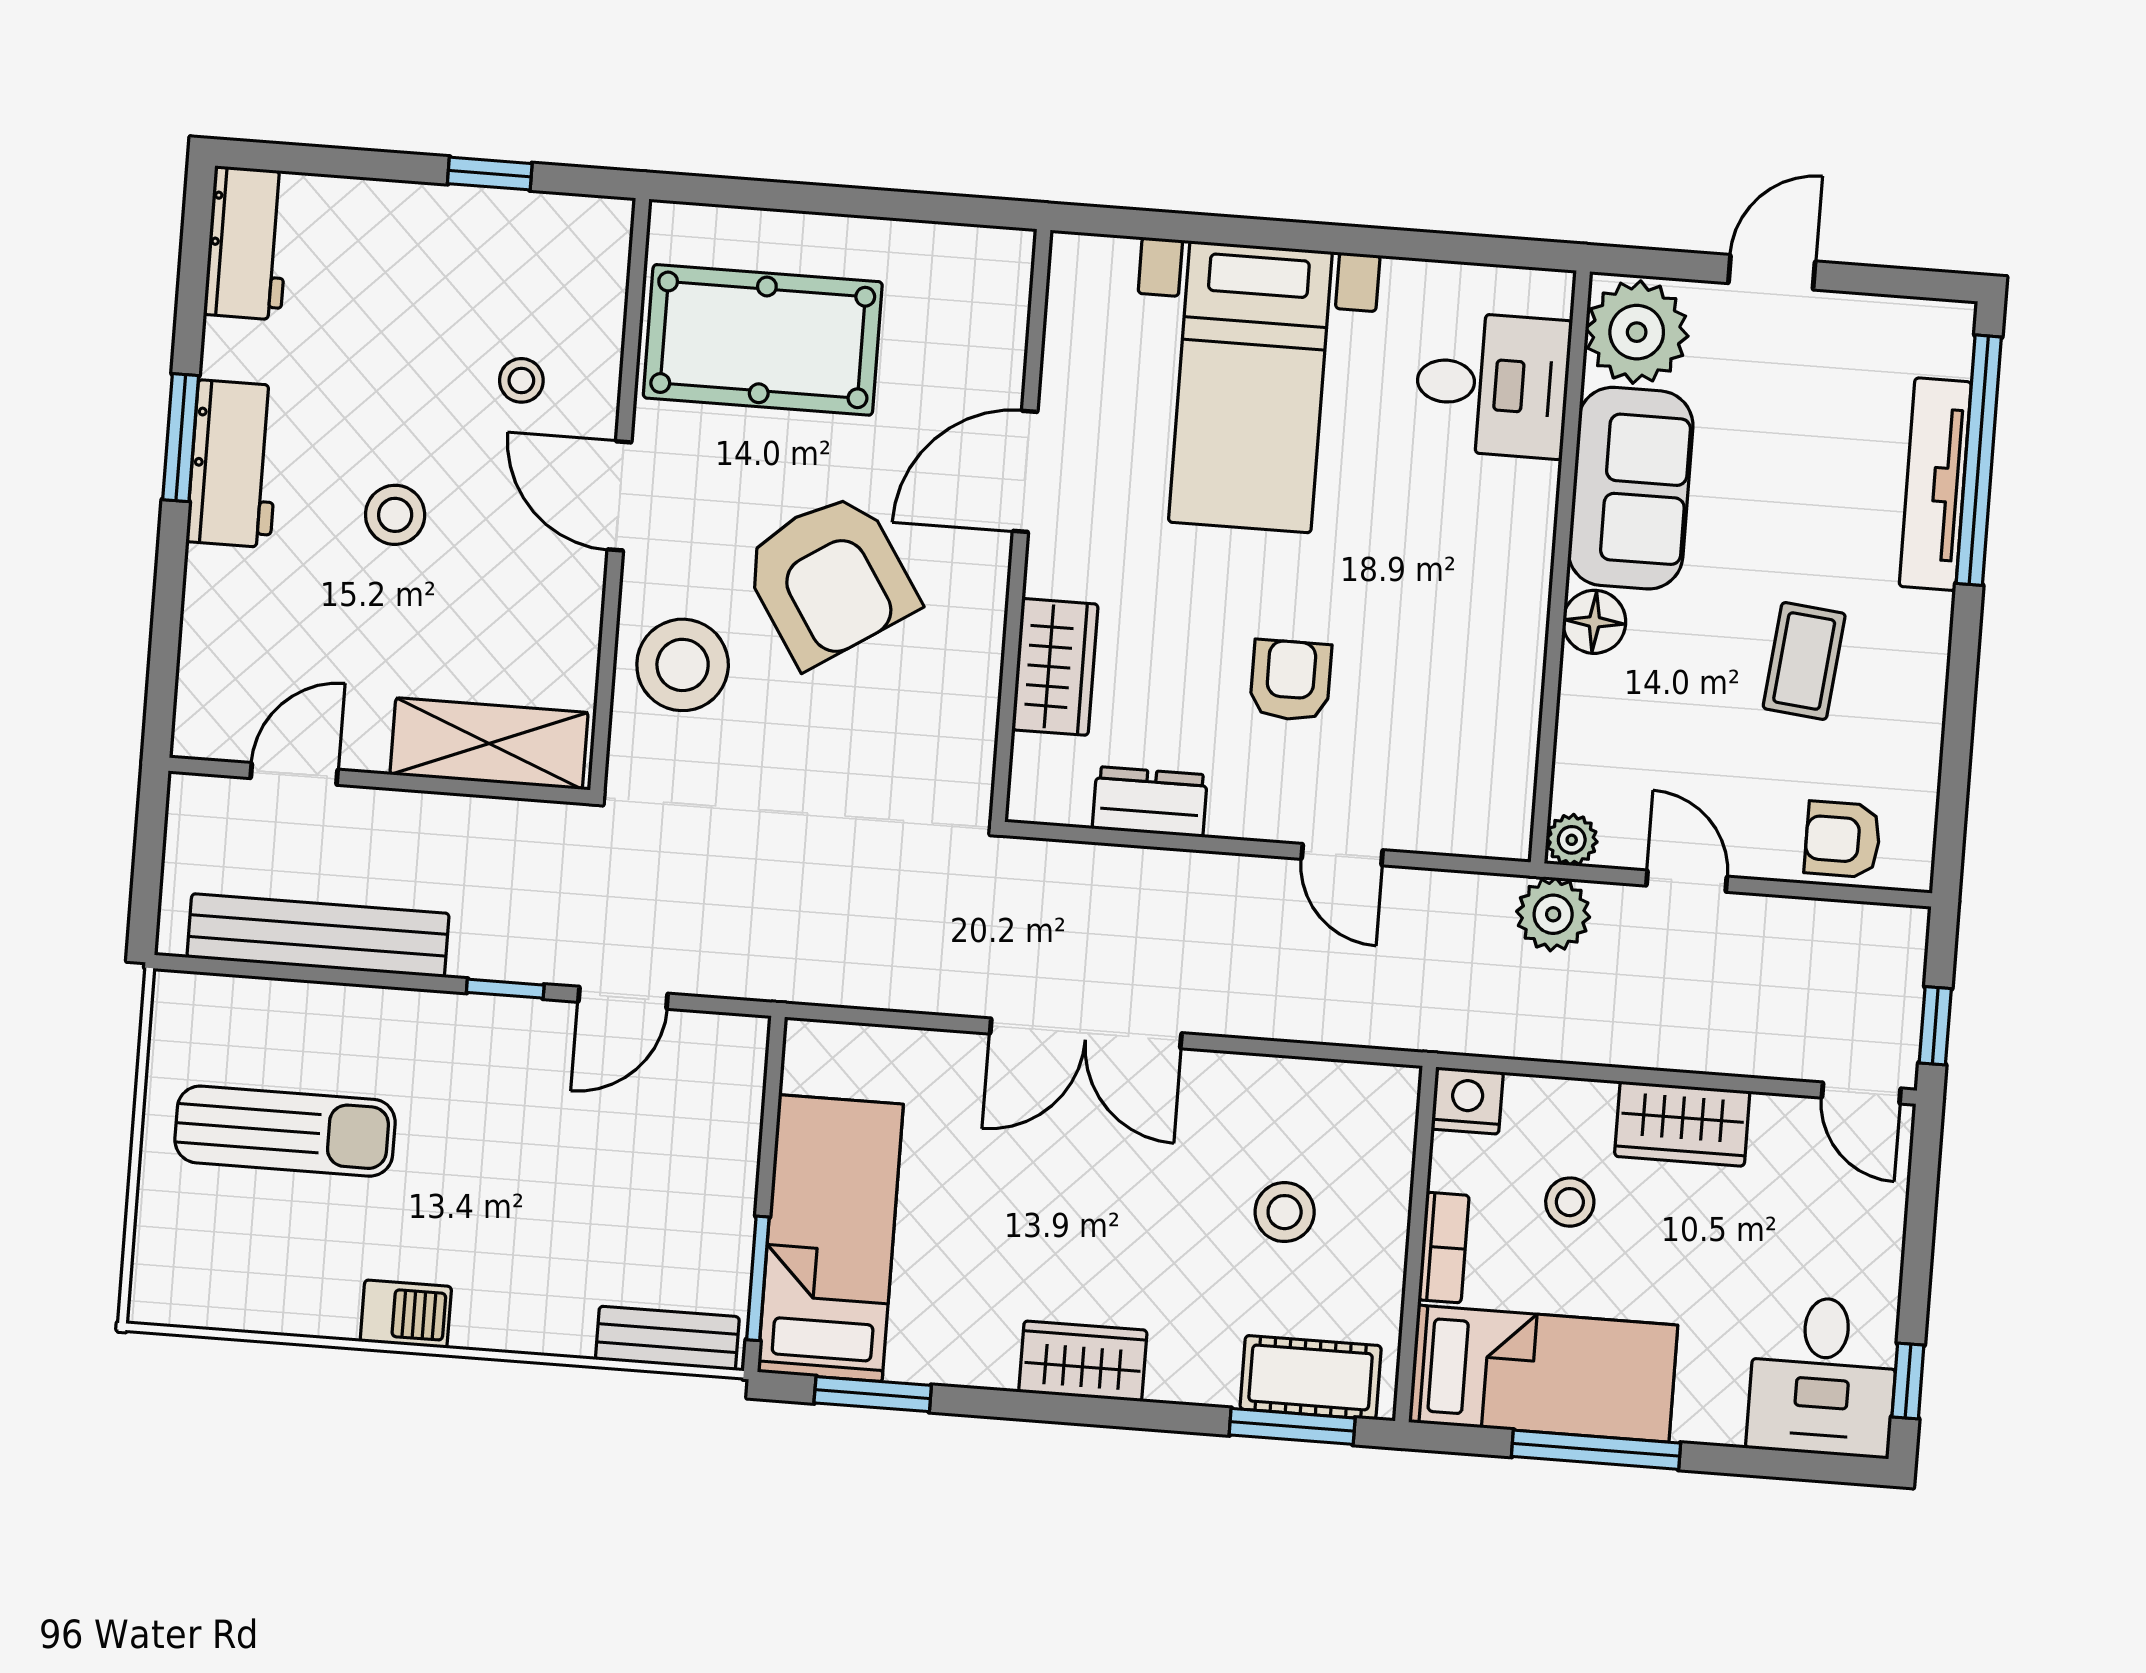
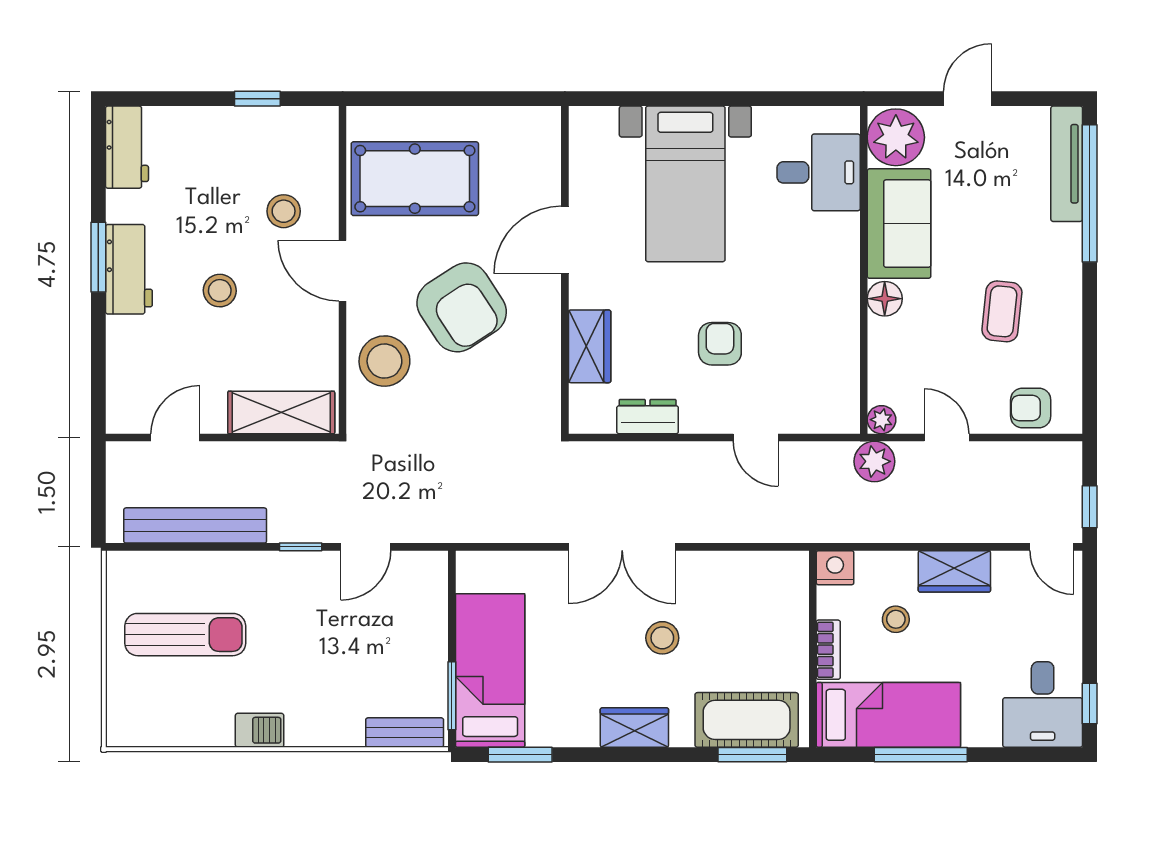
stool: (521, 380) -> (284, 211), width x1.37, depth x1.37
tv unit: (1935, 484) -> (1067, 164), moved
stool: (1285, 1212) -> (662, 638), moved
cot: (1311, 1377) -> (747, 720), width x1.37, depth x1.34

